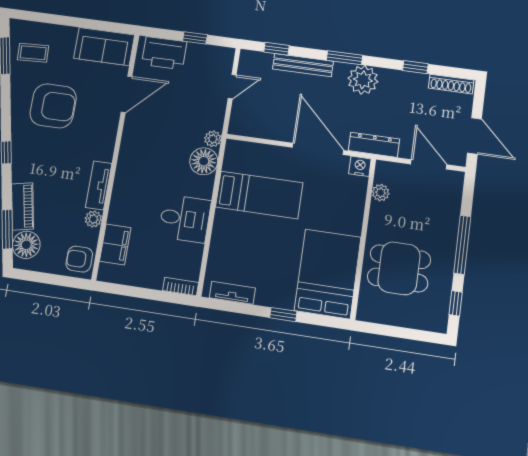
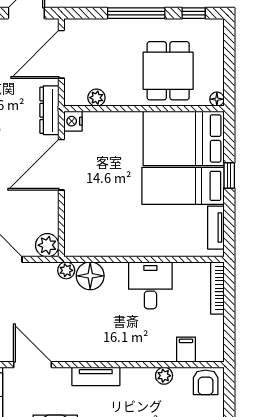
plant: (240, 124) -> (47, 245), added
door: (429, 164) -> (61, 54), width x1.36
tv unit: (99, 185) -> (96, 376), moved
bed: (259, 195) -> (183, 186), moved, turned -90
filing cabinet: (115, 244) -> (186, 350), width x0.50
bookcase: (181, 287) -> (217, 288), width x1.56
floor lamp: (363, 314) -> (217, 99), added

